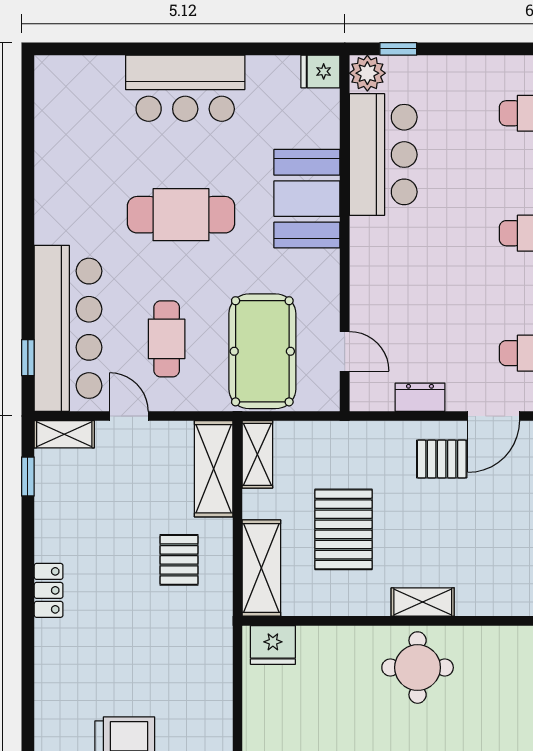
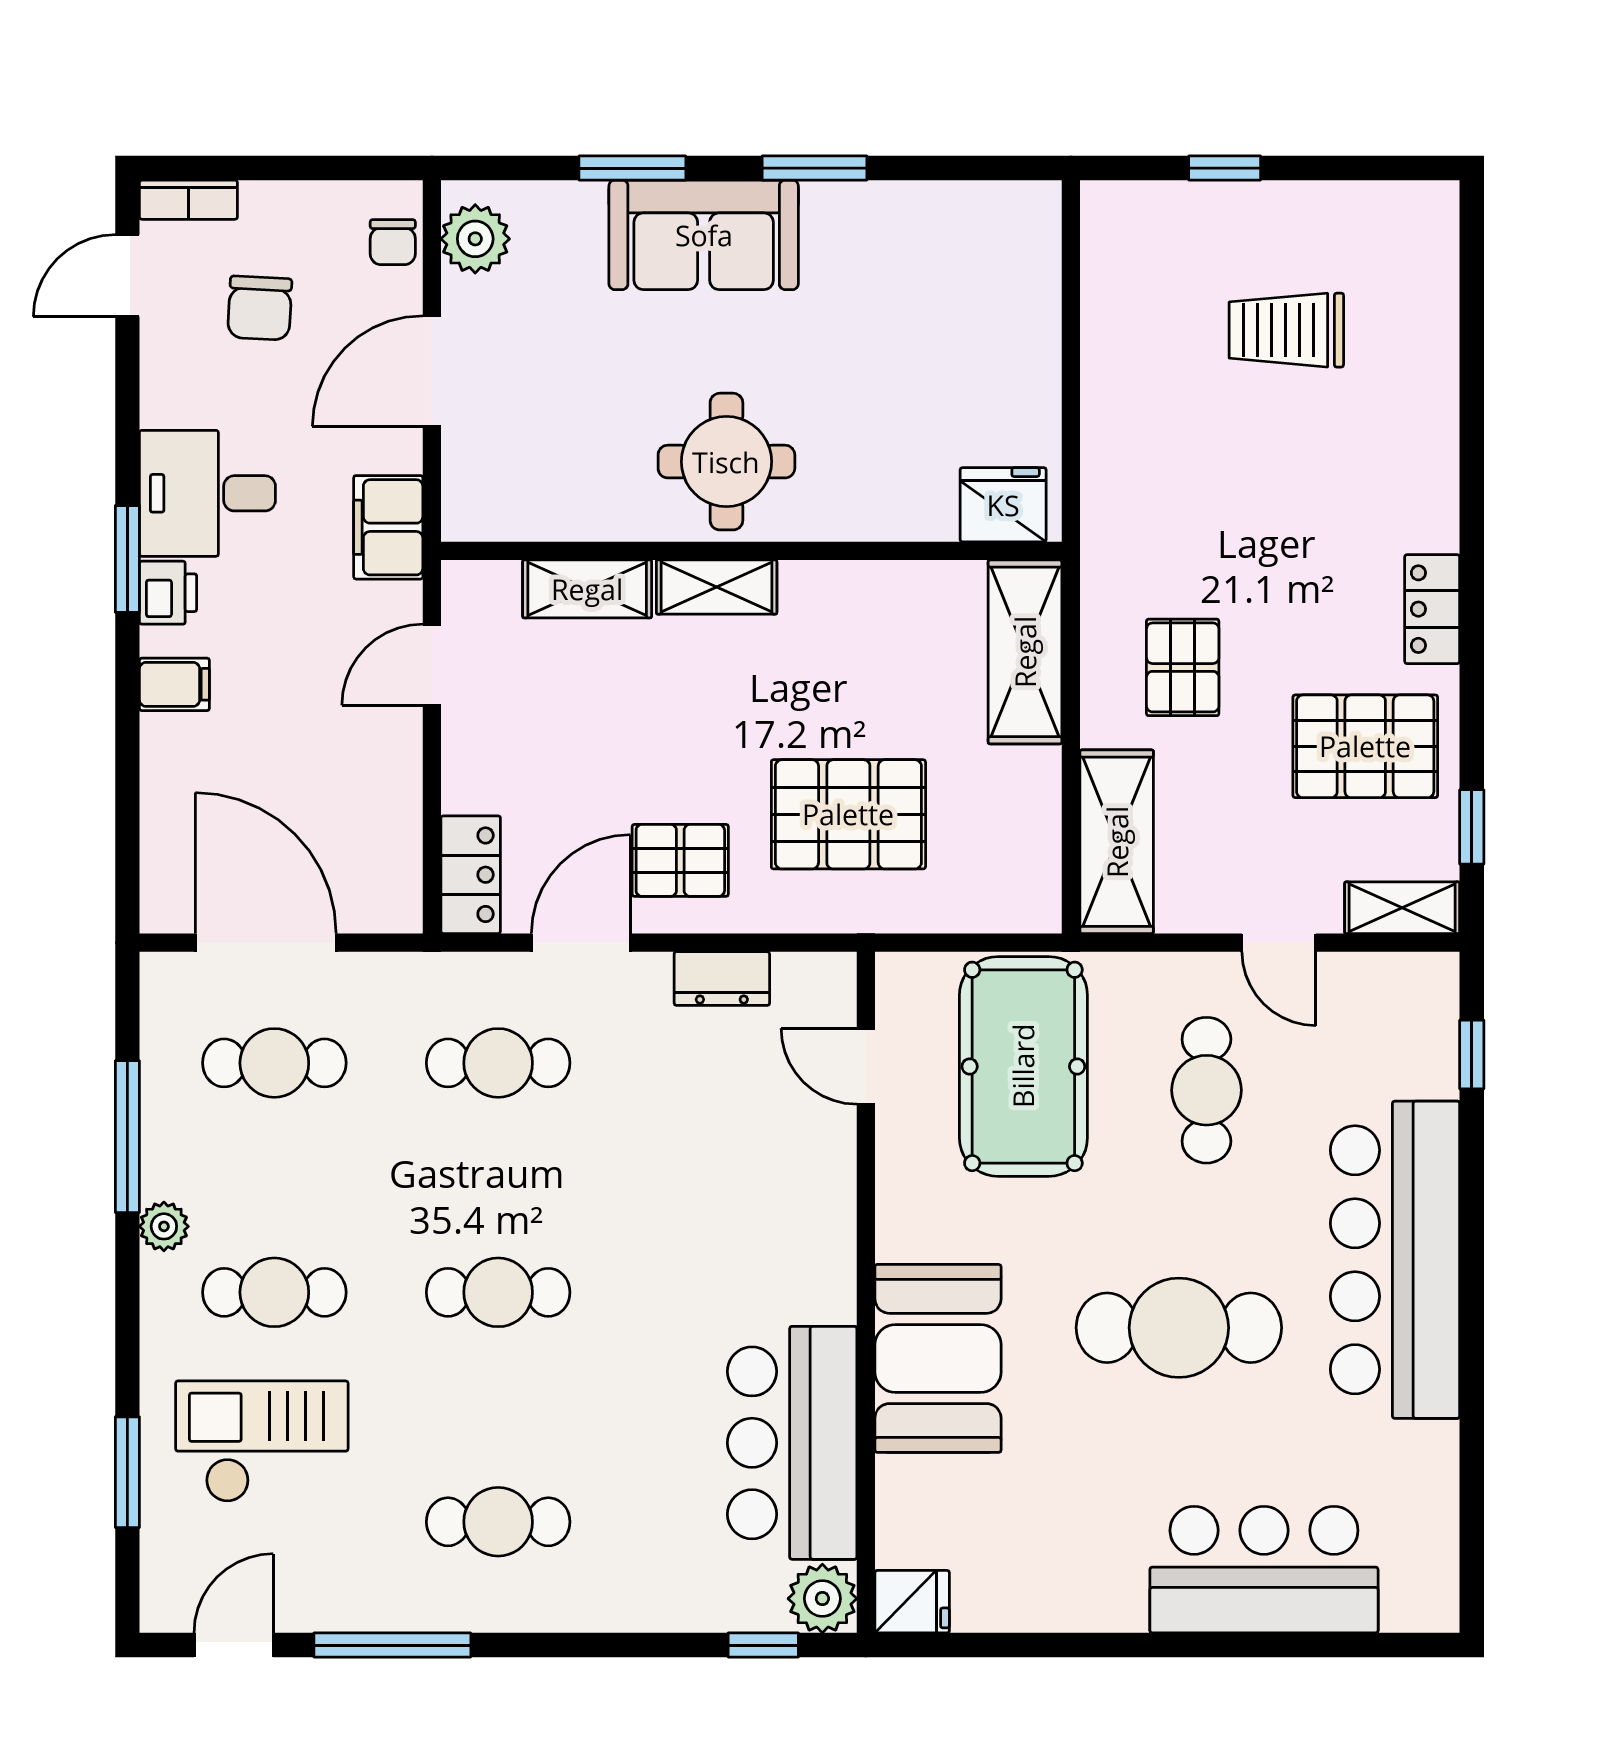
bar counter: (185, 88) -> (1264, 1570), moved
bar counter: (68, 328) -> (1395, 1260), moved
shelving: (257, 454) -> (587, 589), moved, turned 90
pallet: (84, 519) -> (1365, 746), added
pallet: (343, 529) -> (848, 814), moved, turned 90

